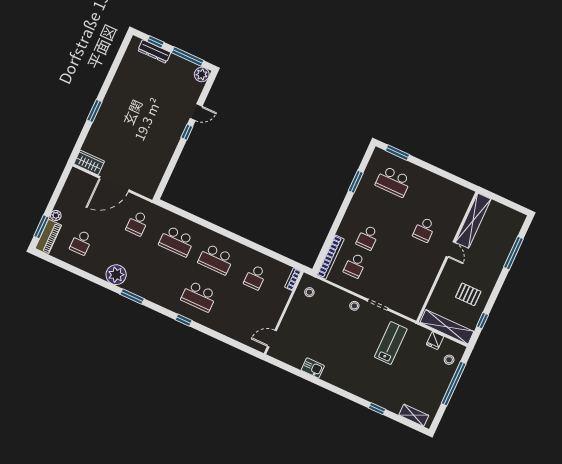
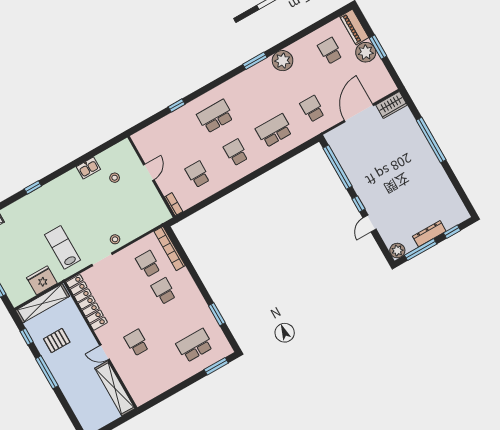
dresser: (154, 52) -> (429, 234), moved
window: (94, 111) -> (431, 140), width x2.11
window: (170, 170) -> (337, 167), added
plant: (56, 215) -> (366, 52), width x1.88, depth x1.88
window: (41, 227) -> (378, 47), moved
window: (513, 253) -> (47, 372), moved
school desk: (216, 259) -> (236, 152), width x0.54
stool: (309, 292) -> (115, 178), moved
locker: (421, 292) -> (87, 302), added
window: (184, 320) -> (177, 105), moved
door: (272, 339) -> (149, 172), moved
fridge: (435, 341) -> (42, 280), width x1.88, depth x1.34
lab bench: (391, 343) -> (63, 247), turned 180
stool: (449, 360) -> (14, 286), removed
window: (377, 409) -> (33, 187), moved

